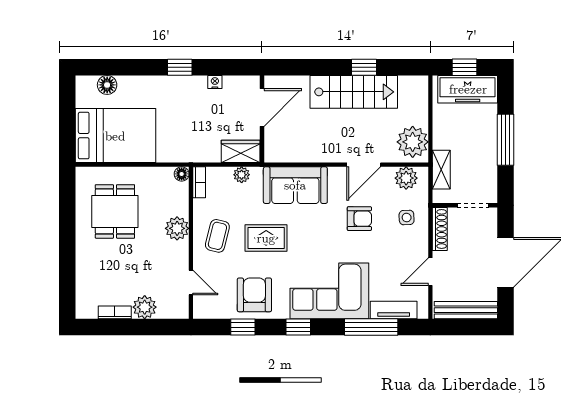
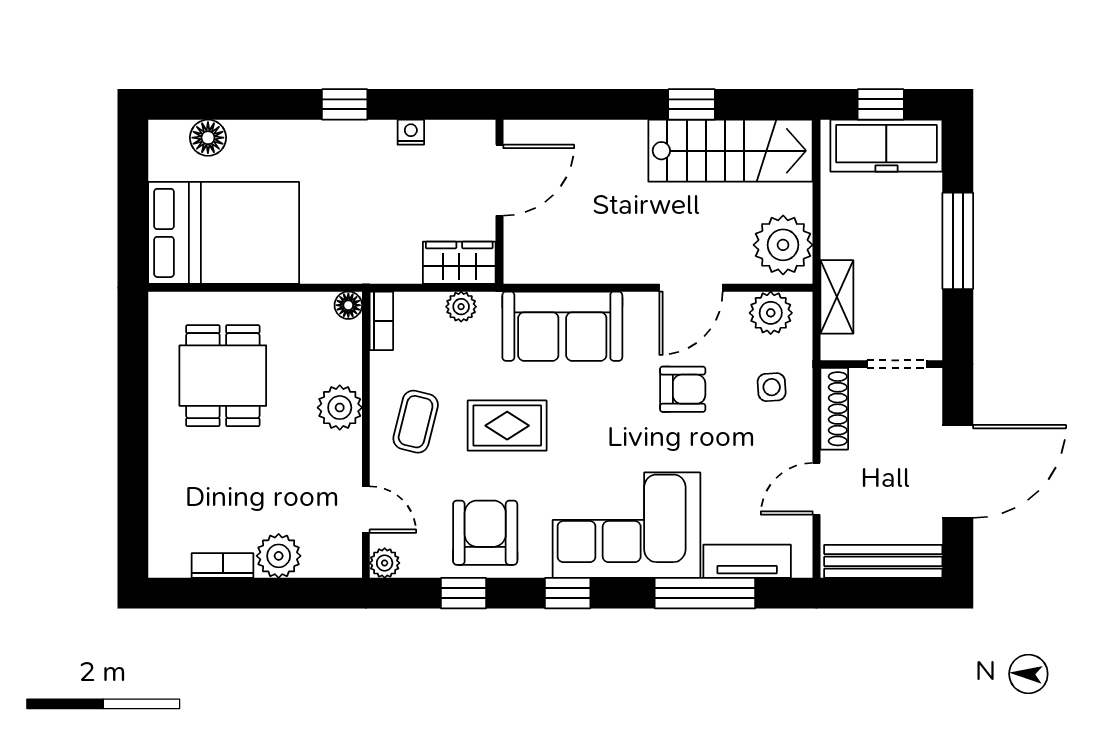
stairs: (354, 92) -> (730, 151), moved
plant: (201, 311) -> (385, 563), added

